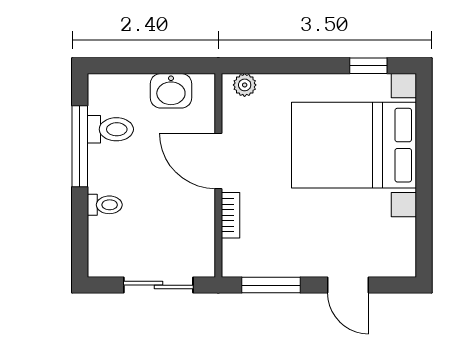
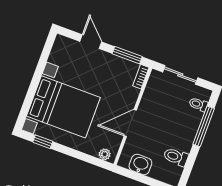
window: (80, 146) -> (204, 126), moved
door: (218, 161) -> (130, 123), swing flipped
toilet: (105, 205) -> (198, 104), moved
bookcase: (231, 215) -> (141, 77), moved

